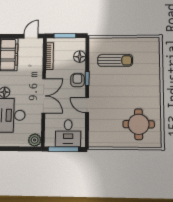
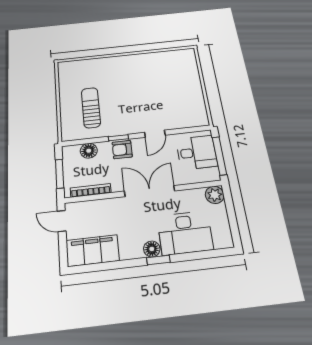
round table: (139, 124) -> (170, 74), removed

